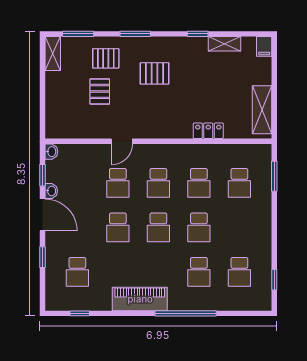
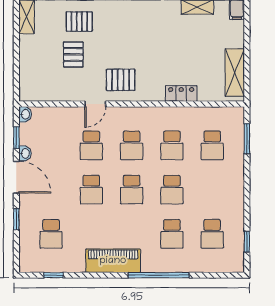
pallet: (155, 73) -> (121, 80), moved

